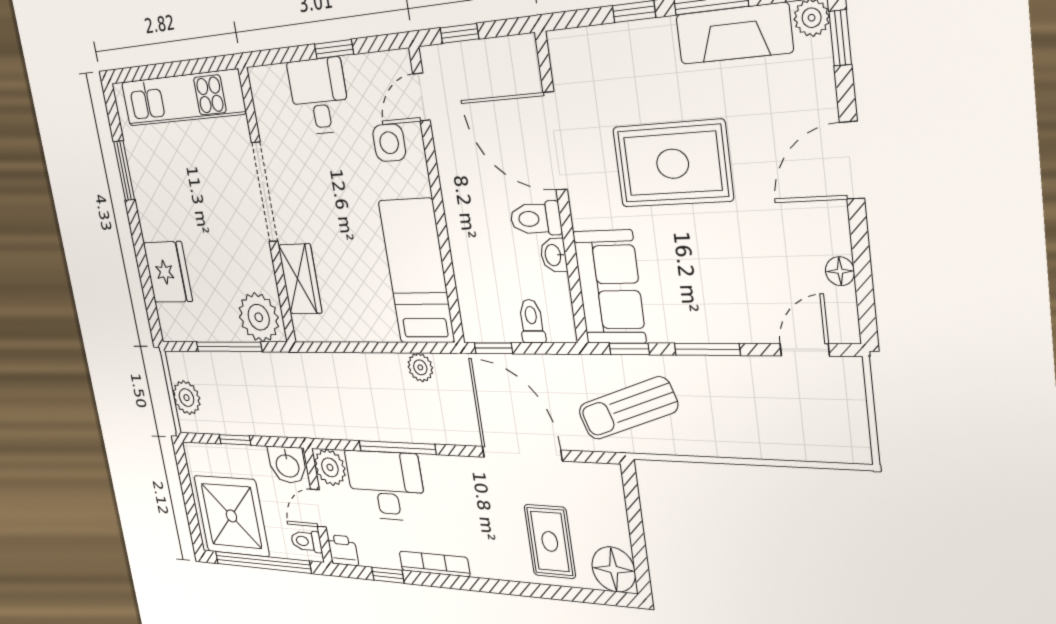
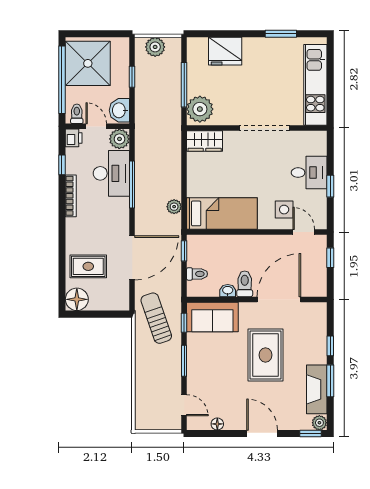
wardrobe: (300, 279) -> (205, 141), moved

